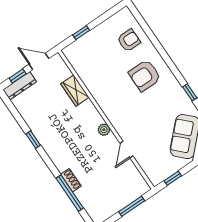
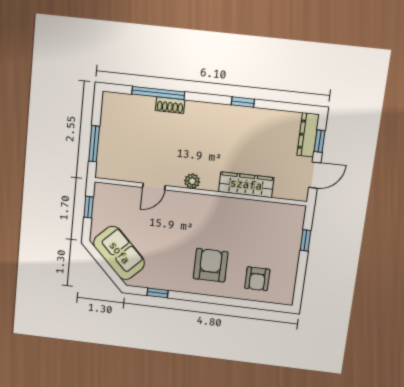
wardrobe: (75, 91) -> (246, 185), width x1.50
door: (127, 150) -> (154, 186), swing flipped

